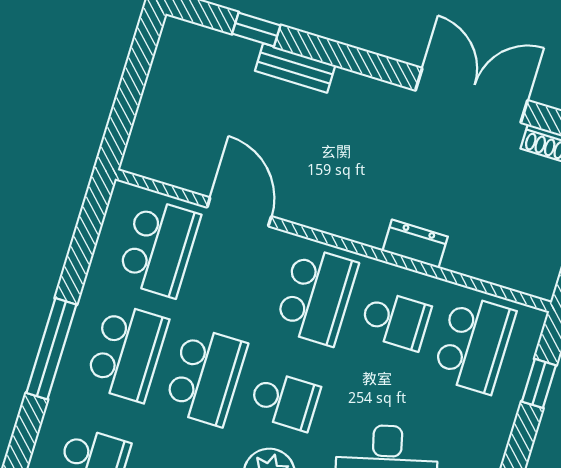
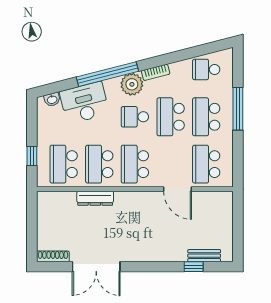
bench: (295, 68) -> (204, 256), moved
dresser: (415, 244) -> (95, 198), width x1.44
school desk: (395, 320) -> (99, 164), width x1.85

